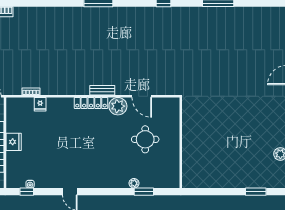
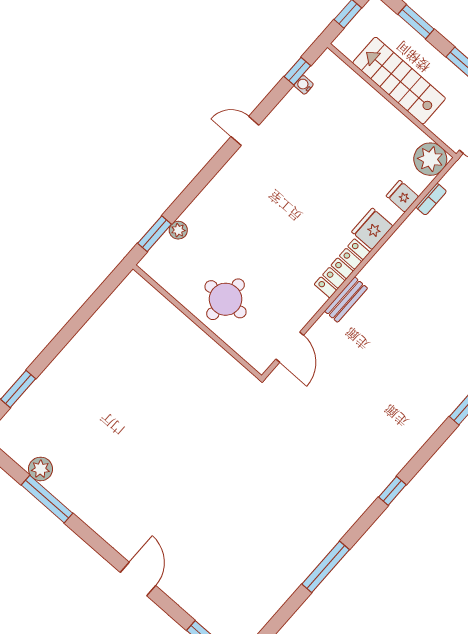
door: (142, 96) -> (290, 347), swing flipped
plant: (118, 106) -> (430, 159), moved
fridge: (14, 142) -> (372, 229), moved, turned 90
wall: (181, 143) -> (197, 322), moved

